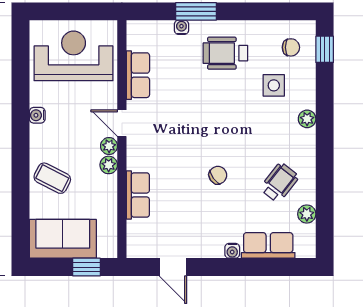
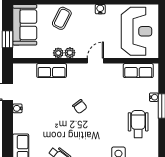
row of seats: (138, 75) -> (138, 71), moved
plant: (109, 146) -> (58, 53), moved
chair: (218, 175) -> (80, 107), moved
water cooler: (232, 251) -> (17, 108), moved

